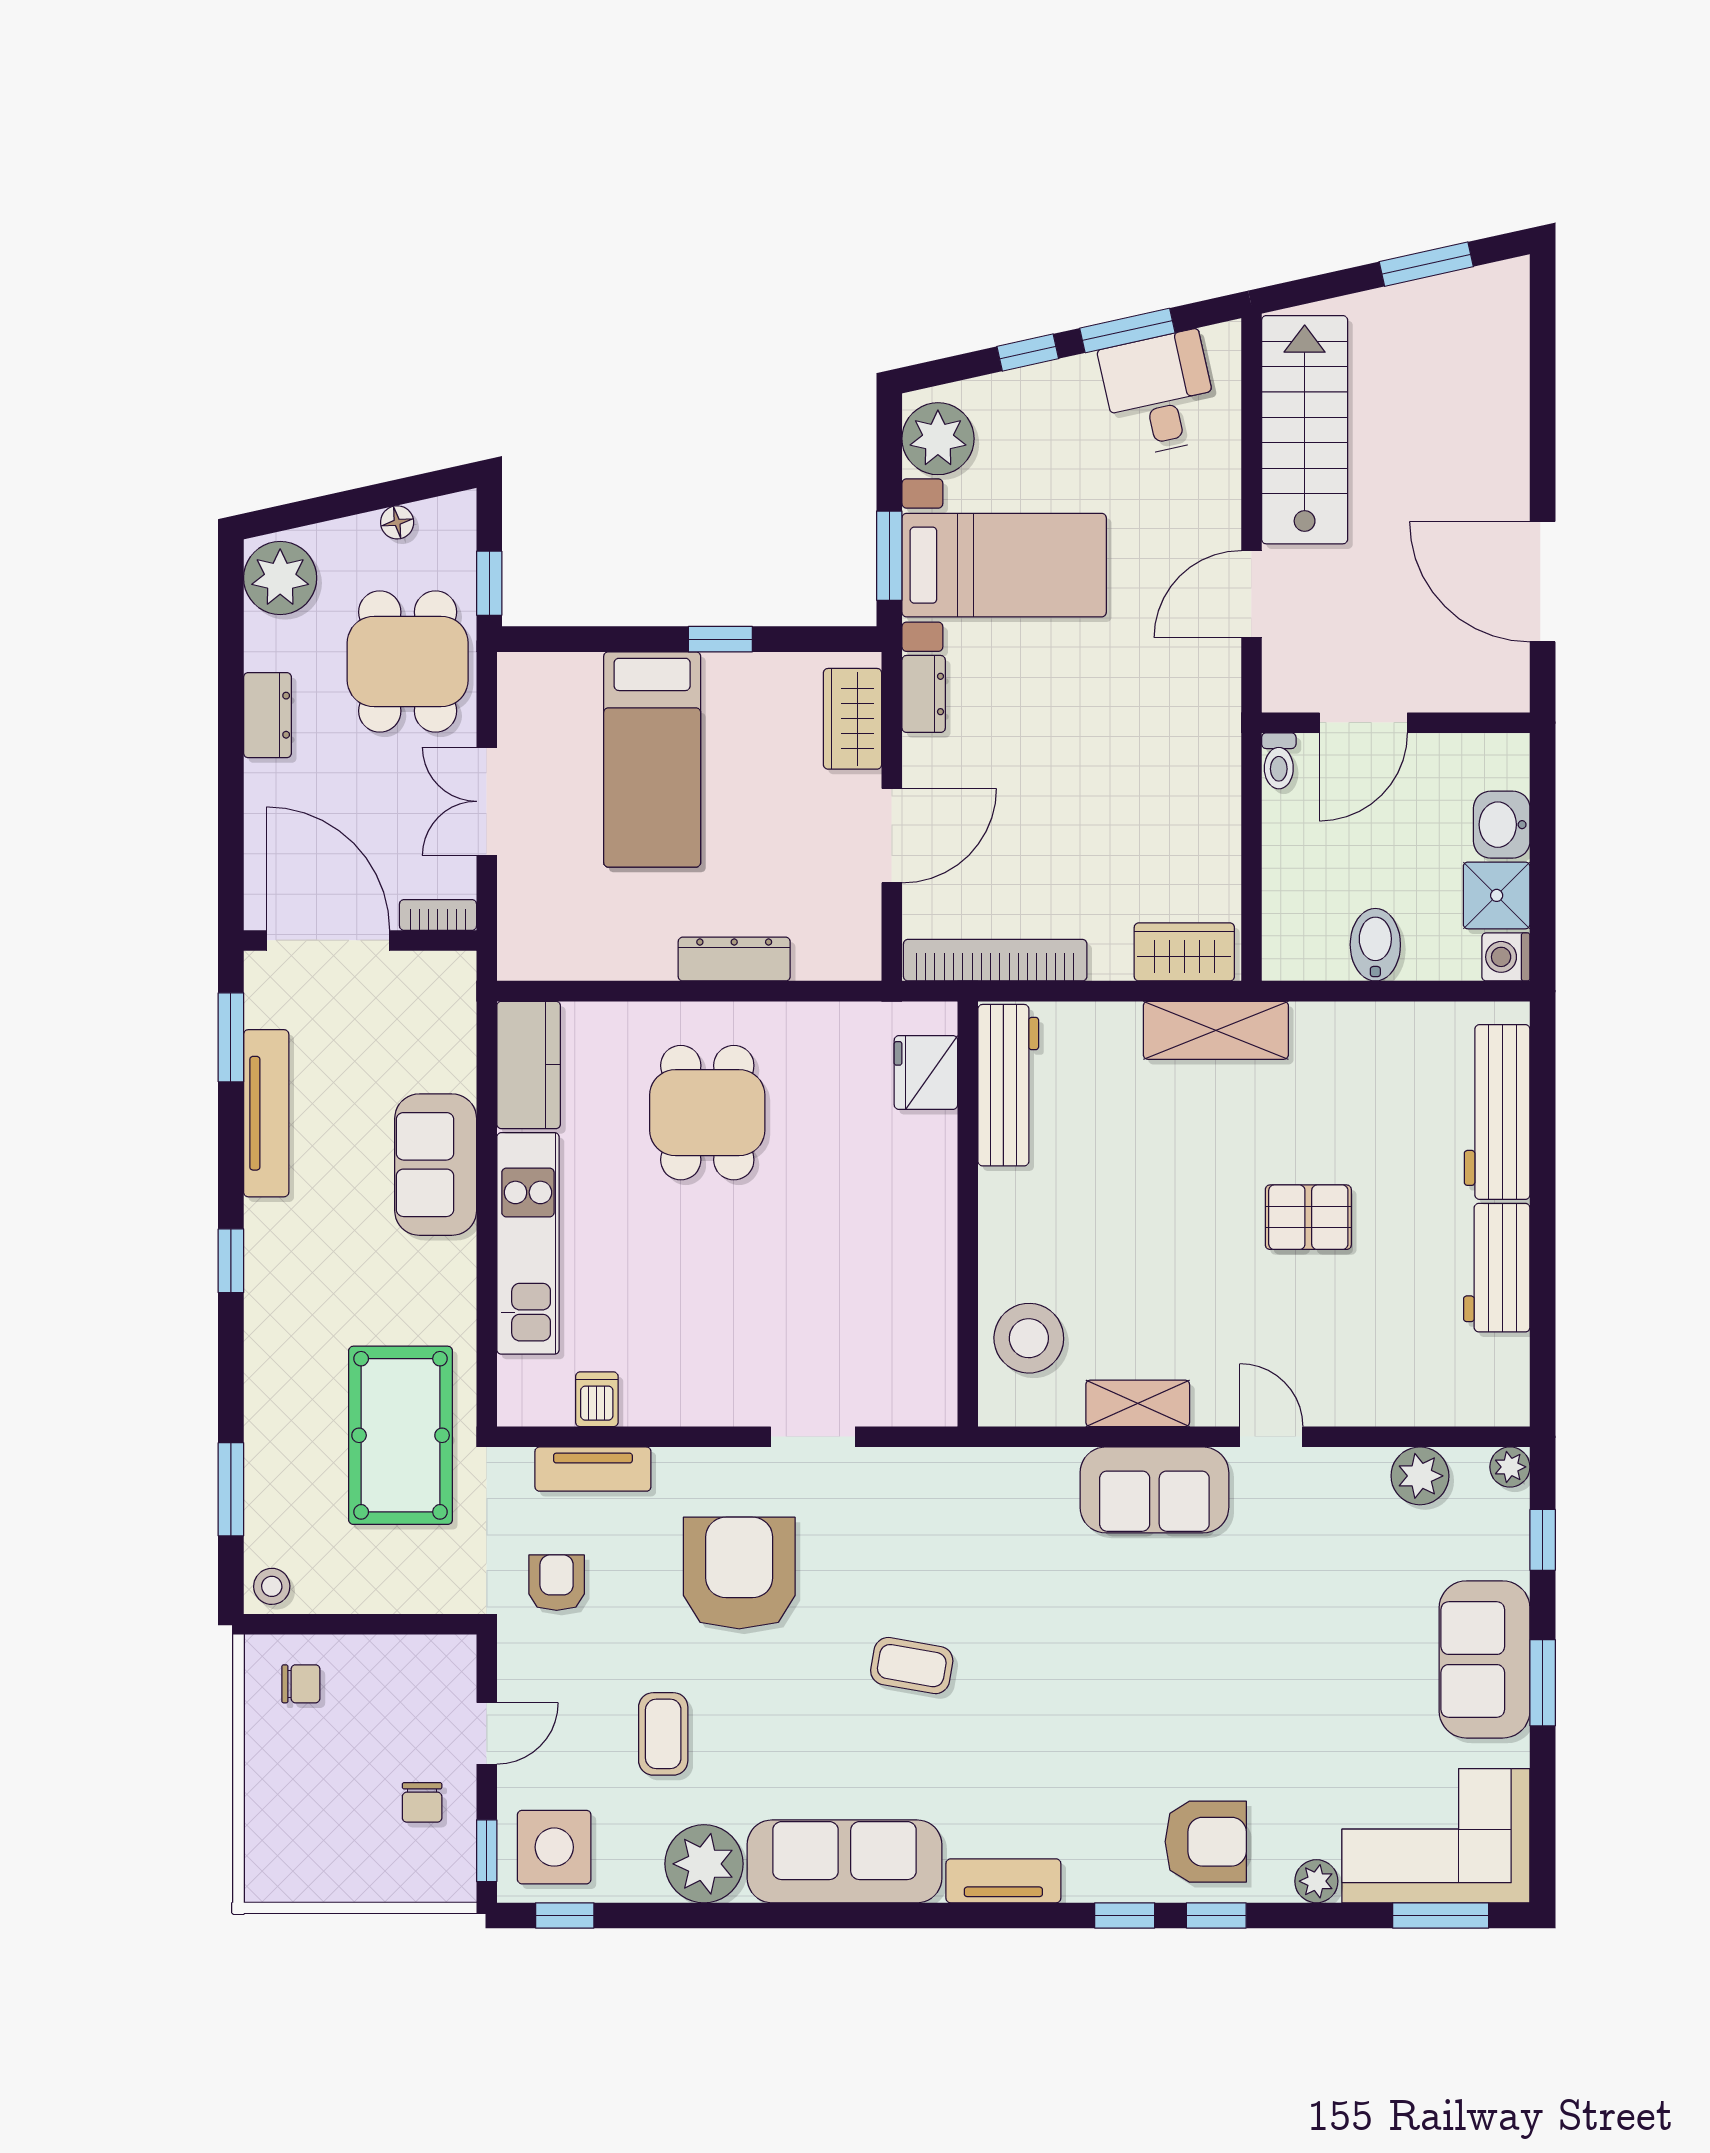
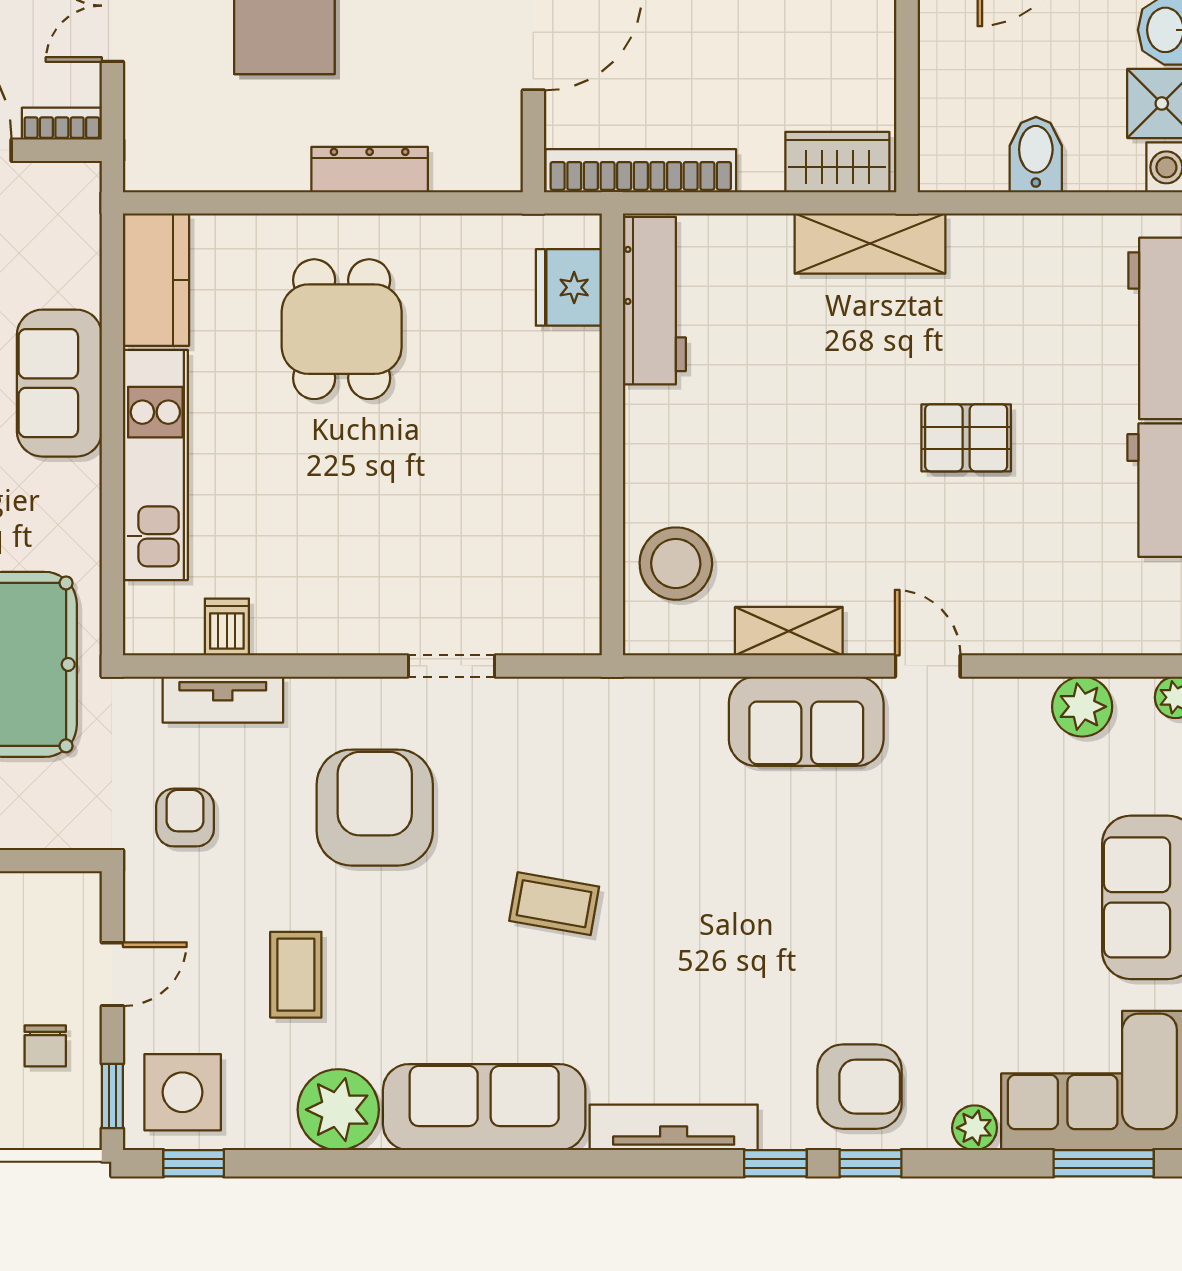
tv unit: (1003, 1881) -> (674, 1127), width x1.41

